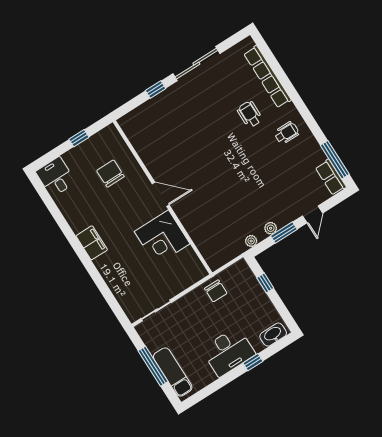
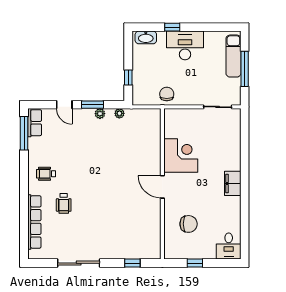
window: (156, 90) -> (132, 263), moved
chair: (110, 174) -> (189, 224), turned -90
door: (312, 214) -> (64, 105), swing flipped

